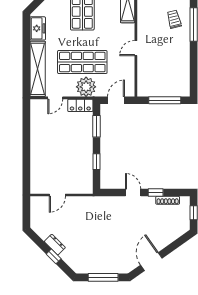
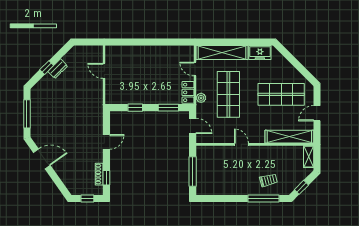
plant: (86, 87) -> (201, 98), width x0.53, depth x0.53
window: (156, 193) -> (106, 178), moved

